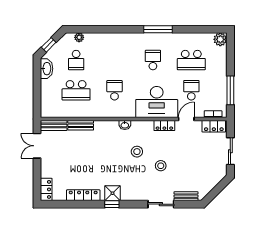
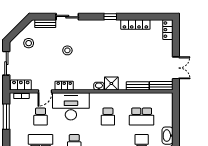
school desk: (76, 90) -> (142, 117), turned 180
stool: (137, 152) -> (29, 43), moved
shower: (113, 193) -> (111, 84), moved

